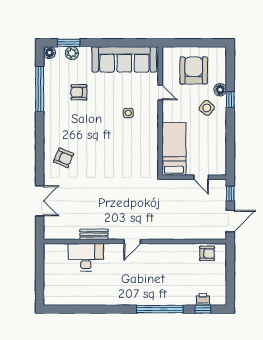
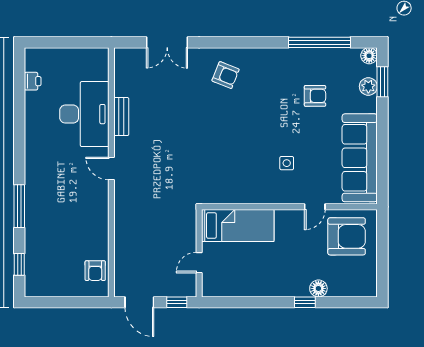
armchair: (194, 70) -> (347, 236), moved
armchair: (79, 92) -> (315, 96), turned 90
side table: (207, 108) -> (294, 270), removed
armchair: (64, 158) -> (226, 75), turned -91
desk: (86, 257) -> (84, 114), width x1.36, depth x1.30
printer: (203, 299) -> (33, 81), moved
window: (160, 309) -> (19, 206), width x0.68

